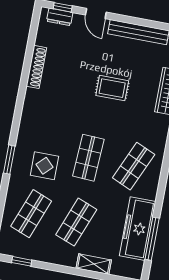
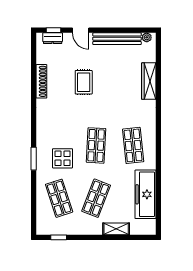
rug: (112, 88) -> (84, 82), moved, turned 90
shop shelf: (134, 166) -> (133, 145), turned -30
shop shelf: (31, 214) -> (59, 198), turned -39
window: (152, 239) -> (158, 200), removed

